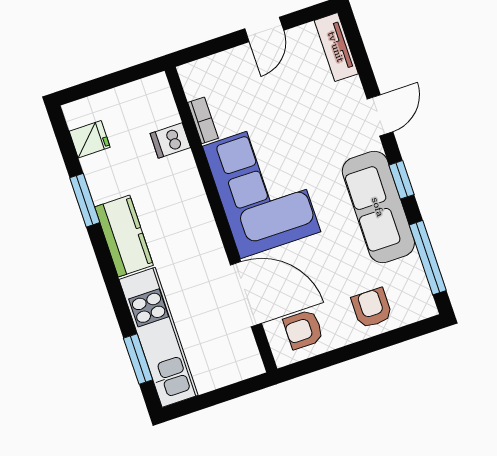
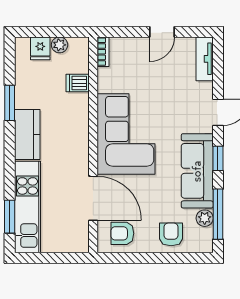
plant: (127, 96) -> (60, 45), added
bookcase: (203, 120) -> (103, 52), moved
fridge: (90, 139) -> (40, 48), moved, turned 90
plant: (411, 270) -> (205, 218), added

